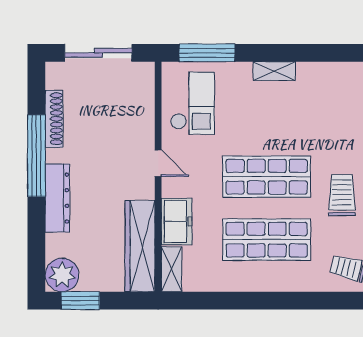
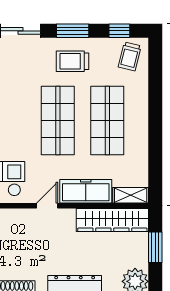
freezer: (177, 222) -> (86, 191), width x1.40
window: (80, 301) -> (155, 247), moved

